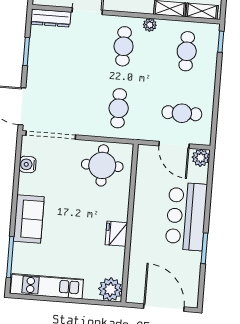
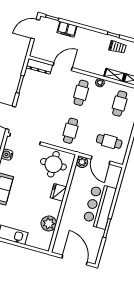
plant: (201, 158) -> (82, 162), moved
fridge: (116, 234) -> (58, 192), moved
plant: (110, 289) -> (49, 224), moved

